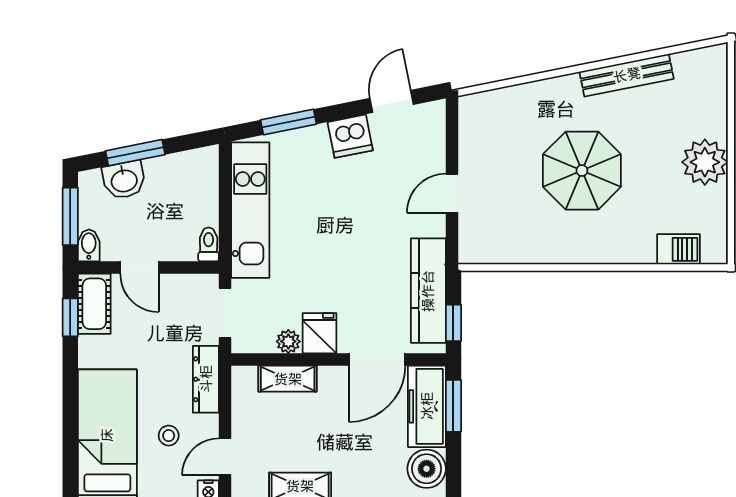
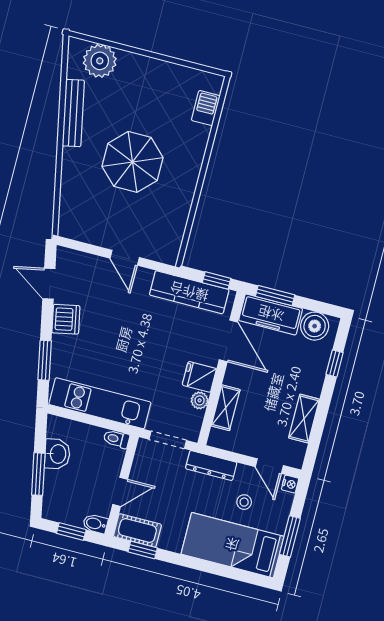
plant: (705, 162) -> (100, 61), moved
washbasin: (124, 180) -> (57, 454), moved
window: (70, 216) -> (71, 532), width x0.67

